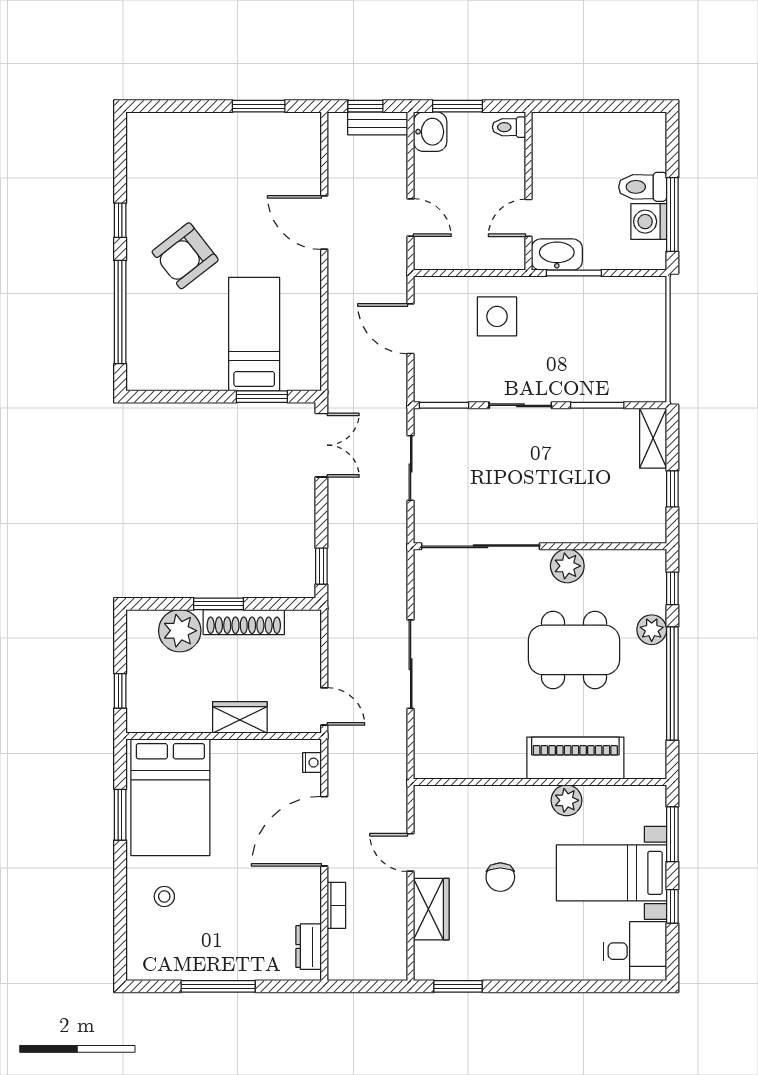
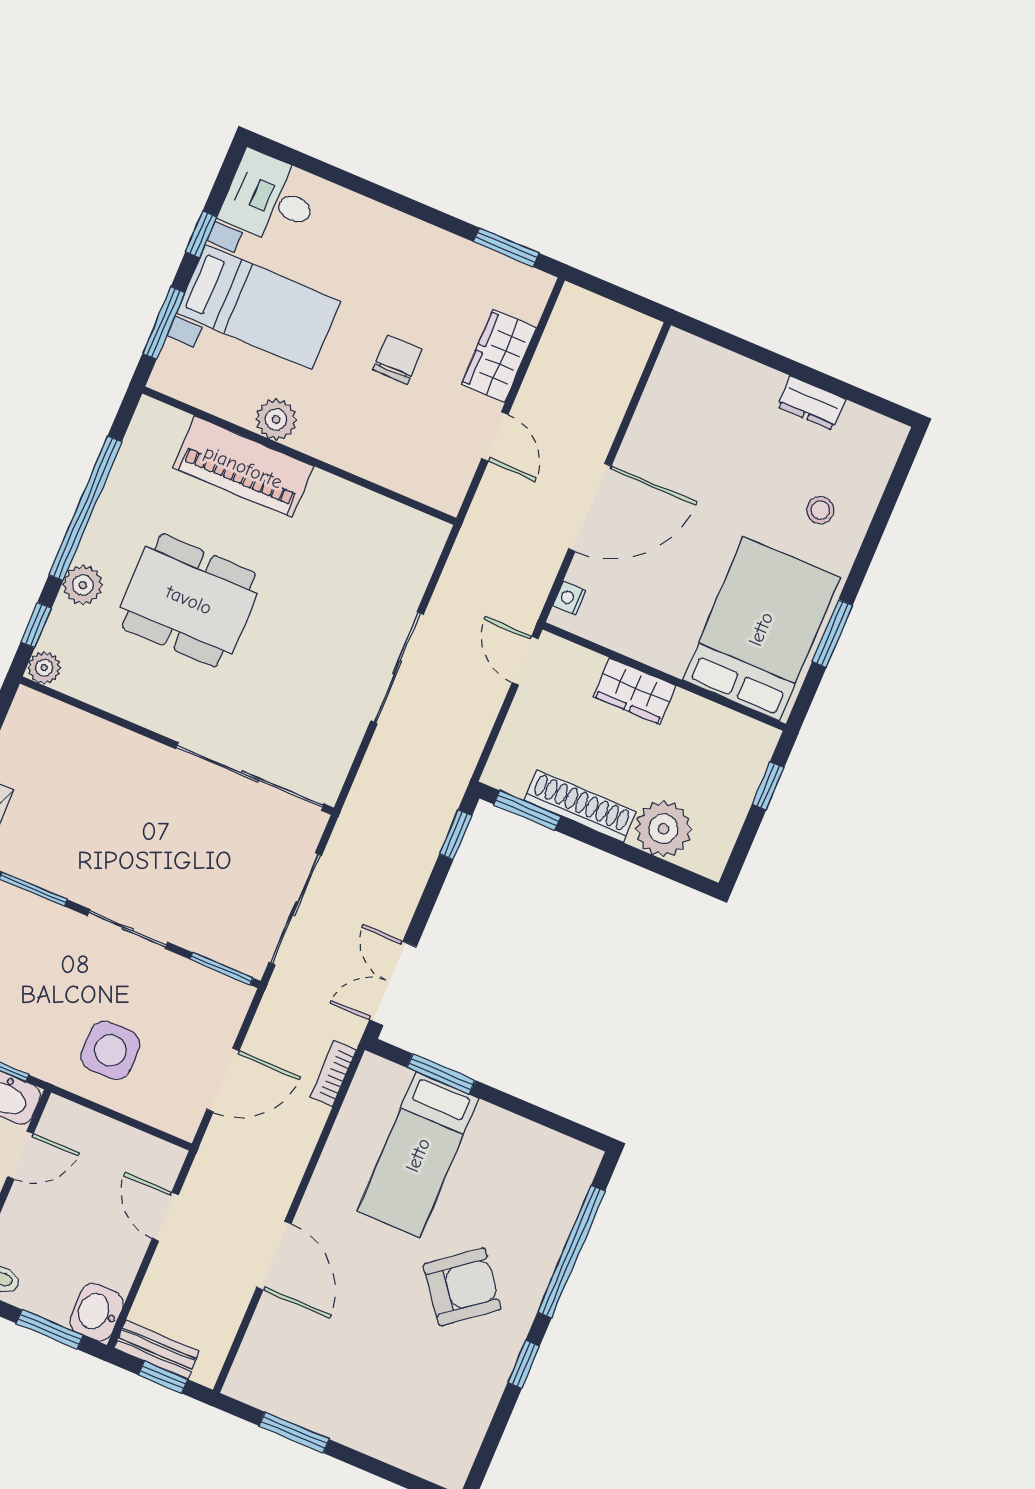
door: (411, 329) -> (223, 1080), hinge flipped
sliding door: (411, 468) -> (295, 909), width x1.37
plant: (567, 566) -> (44, 668), moved, width x0.73, depth x0.73
window: (219, 604) -> (527, 810), moved
bookcase: (336, 905) -> (333, 1073), moved
dresser: (309, 947) -> (811, 403), moved, turned 90
window: (218, 986) -> (801, 372), removed

